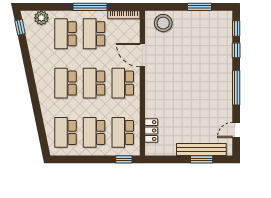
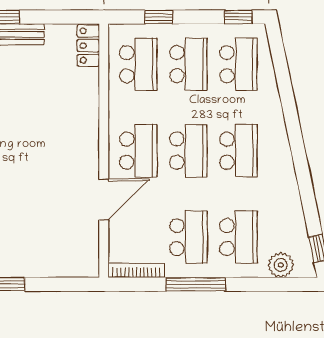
stool: (163, 23) -> (67, 256), removed
door: (142, 55) -> (104, 199), hinge flipped
locker: (151, 131) -> (88, 46), moved
window: (66, 159) -> (238, 17), added
window: (124, 159) -> (159, 17), moved

